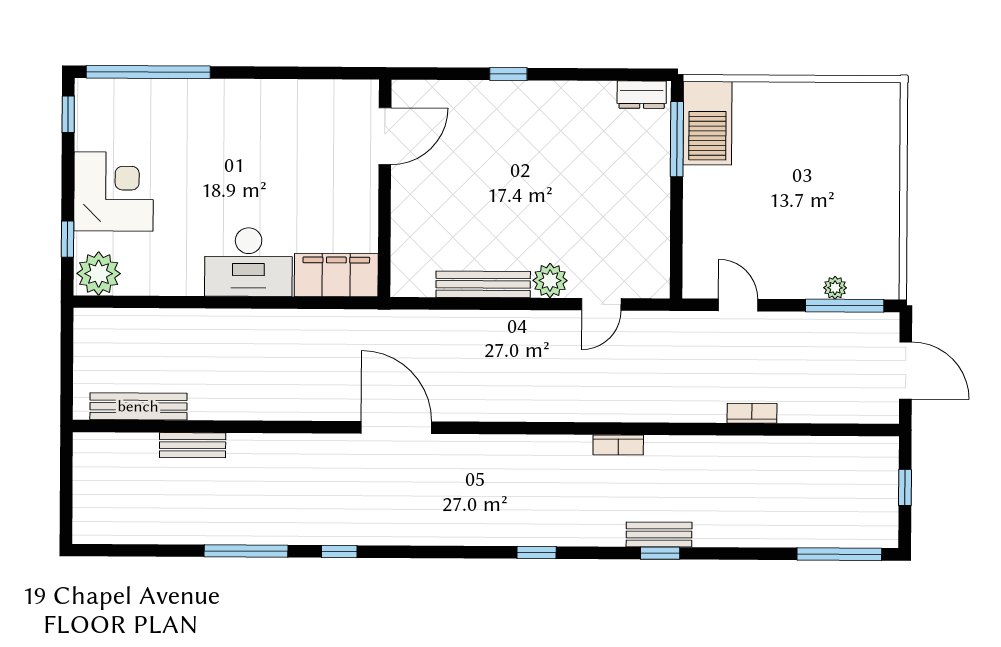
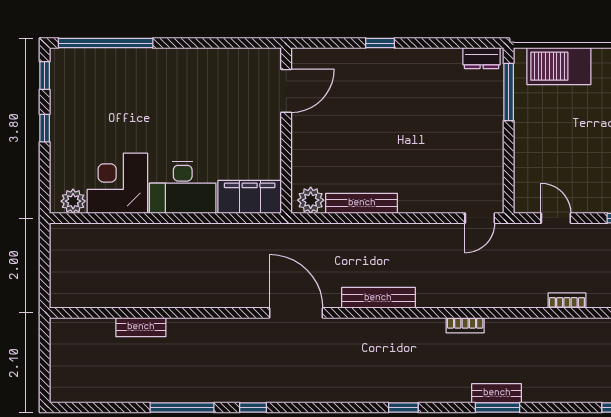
barbecue: (707, 123) -> (559, 66), moved, turned 90
corner desk: (114, 192) -> (117, 183), moved, turned -90
window: (67, 239) -> (45, 128), moved
plant: (99, 274) -> (73, 201), width x0.73, depth x0.73
plant: (550, 281) -> (311, 200), moved
door: (601, 304) -> (480, 218), moved
bench: (138, 406) -> (378, 298), moved
window: (660, 553) -> (497, 408), width x1.50

